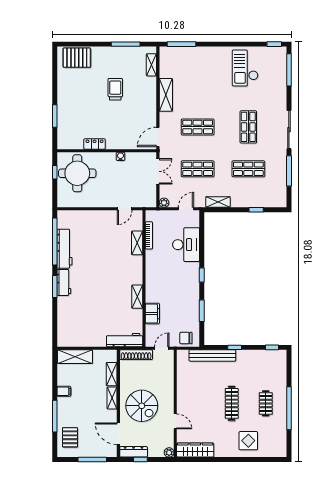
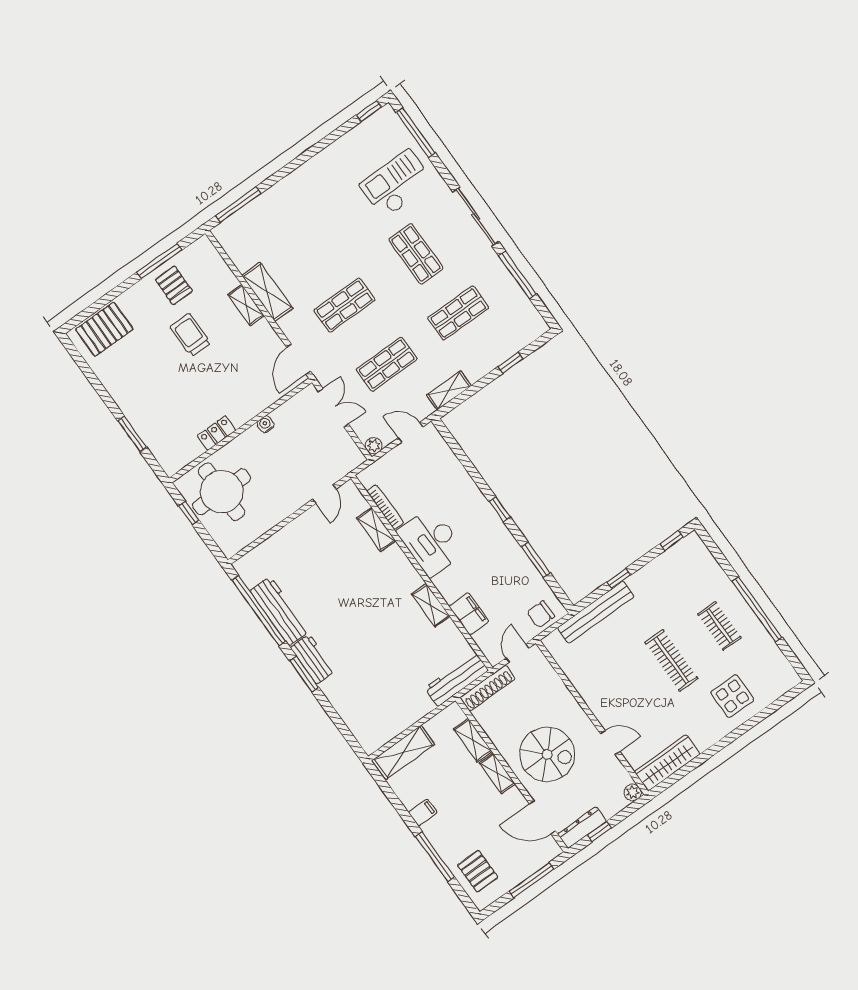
pallet: (124, 60) -> (174, 285), added
shelving: (151, 65) -> (246, 305), moved
checkout: (245, 68) -> (397, 184), moved, turned 90
door: (186, 209) -> (411, 432), hinge flipped
desk: (186, 245) -> (431, 542), moved, turned 180

